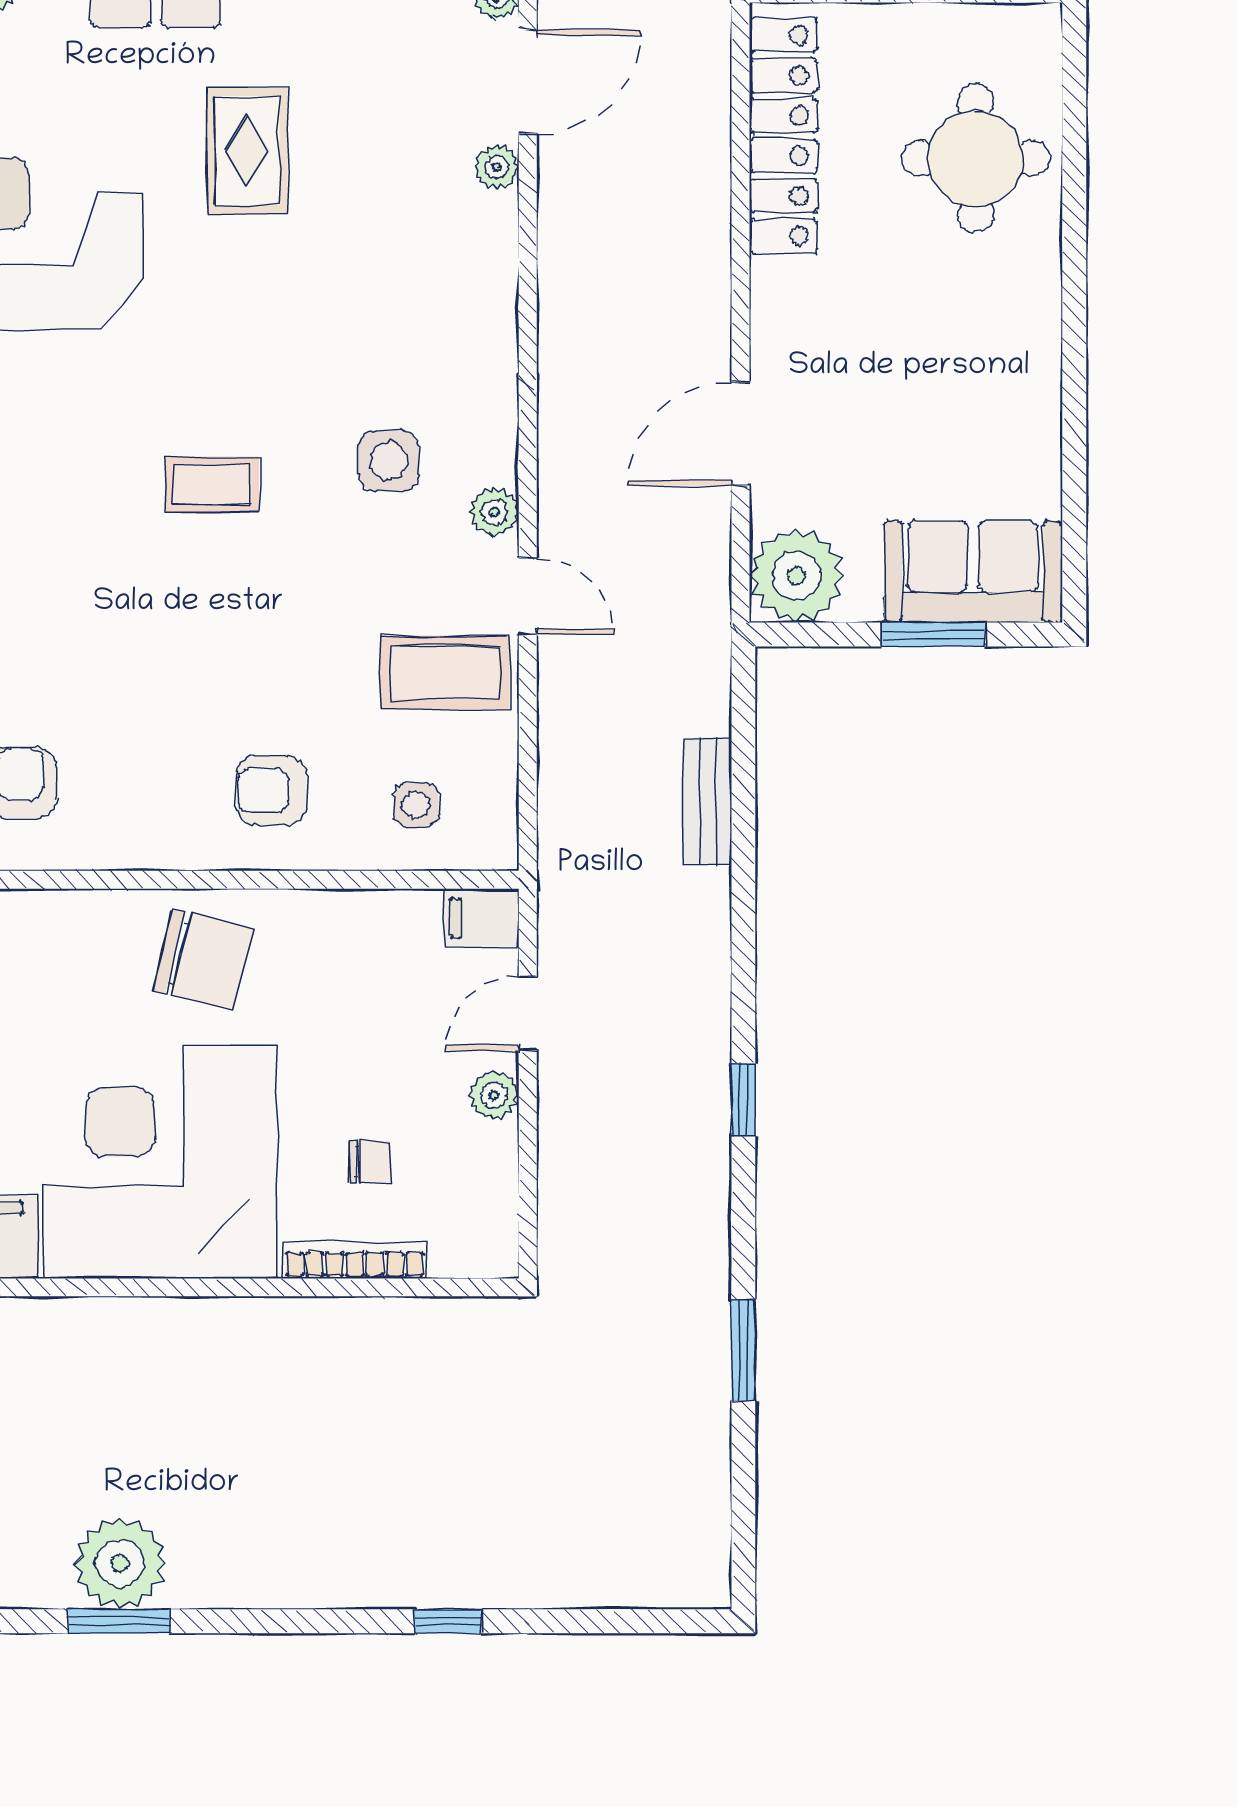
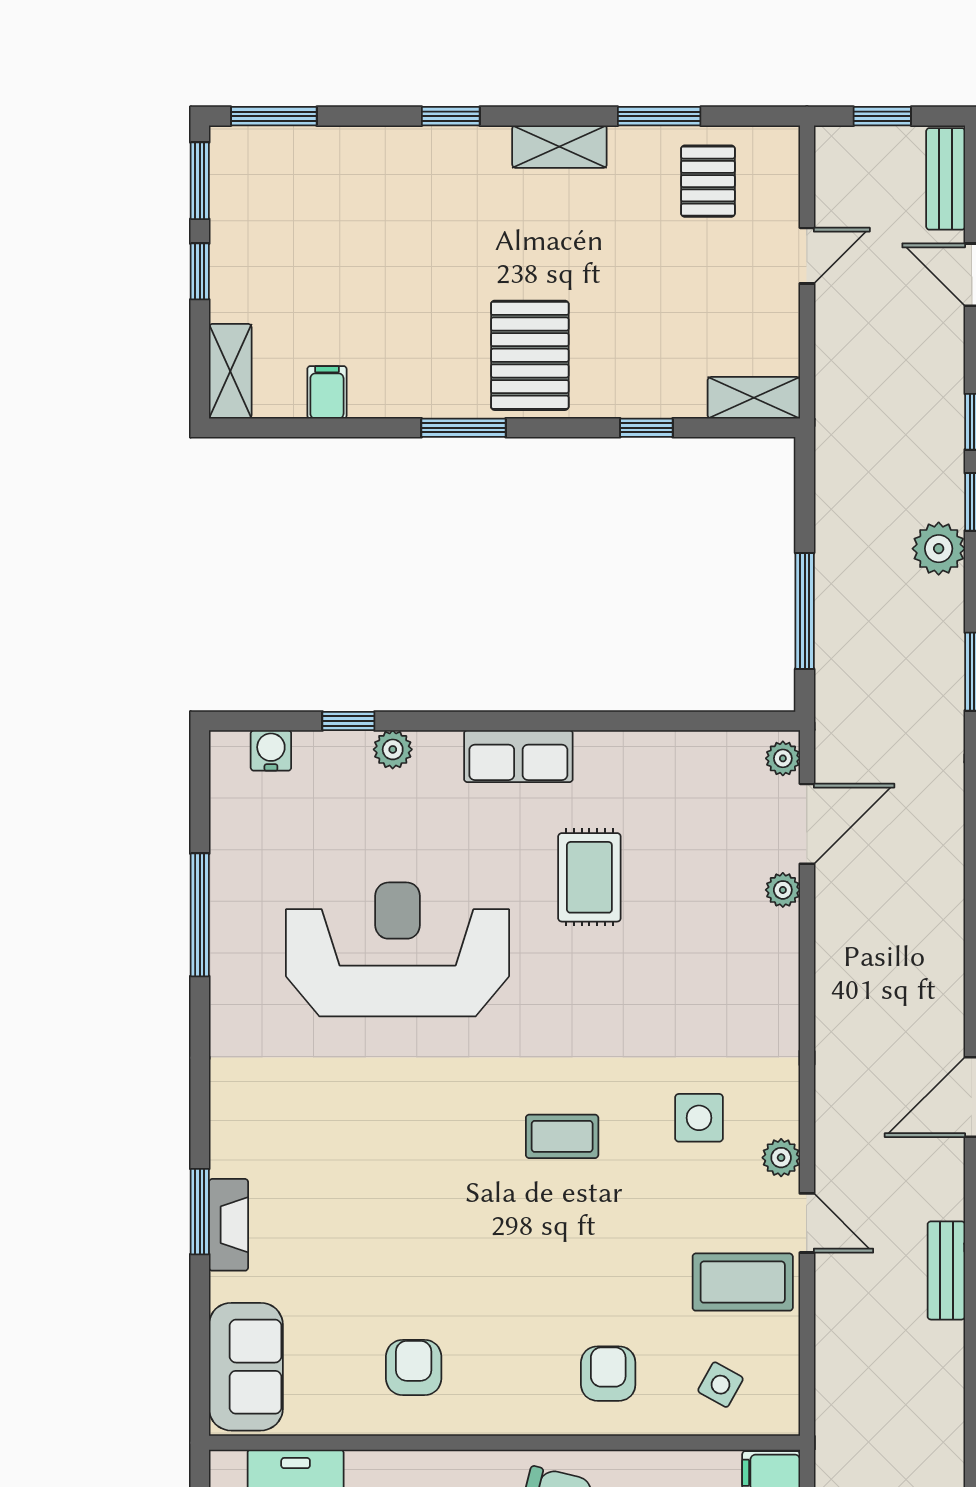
armchair: (271, 791) -> (608, 1374), turned 90
bench: (707, 801) -> (946, 1270), moved
side table: (416, 805) -> (720, 1385), turned 32

